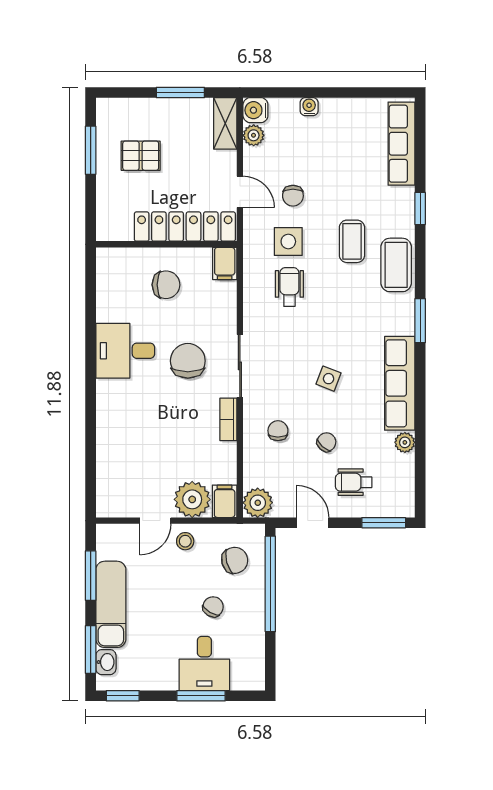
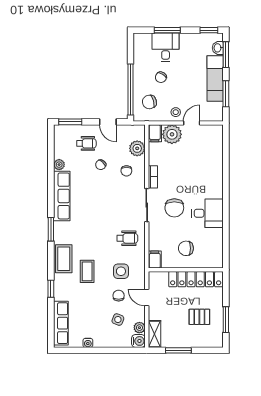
water cooler: (309, 107) -> (88, 343), moved
locker: (185, 227) -> (196, 279), moved
wheelchair: (289, 287) -> (127, 238), moved, turned -90
side table: (329, 379) -> (118, 320), moved
plant: (258, 503) -> (137, 148), moved

